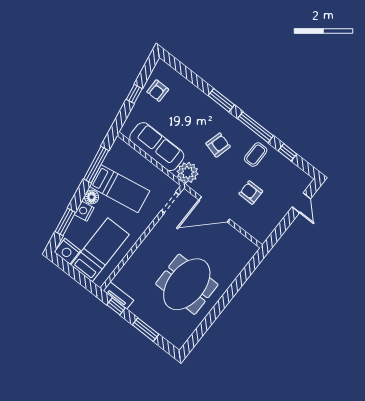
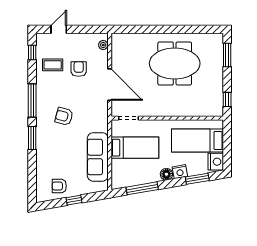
armchair: (158, 91) -> (59, 186), turned 180
window: (287, 152) -> (32, 52), moved
coffee table: (256, 155) -> (53, 65), moved
plant: (187, 173) -> (103, 45), moved, width x0.53, depth x0.53
bed: (120, 189) -> (135, 148), moved, turned 100
armchair: (251, 192) -> (79, 69), turned 180
tv unit: (118, 295) -> (219, 104), removed
window: (146, 330) -> (227, 55), moved

